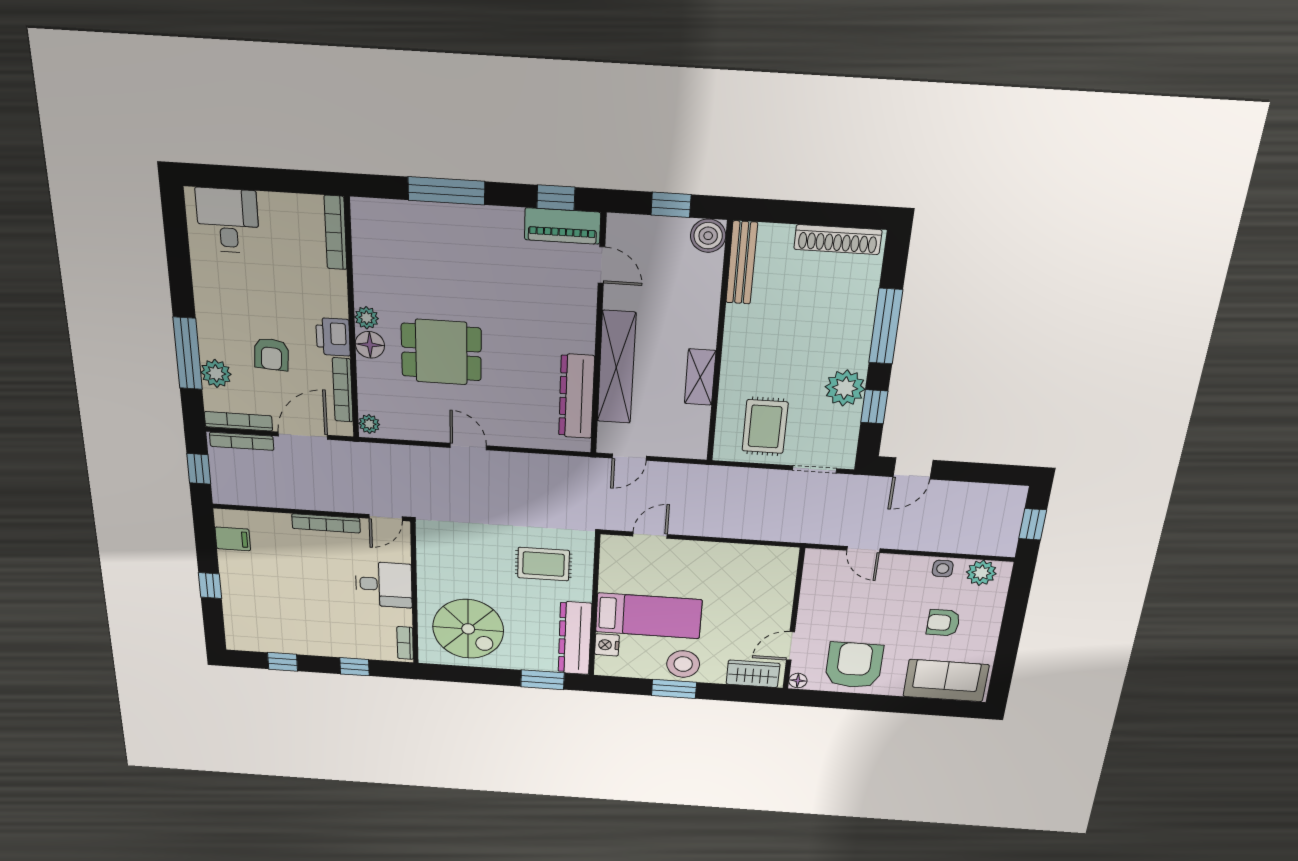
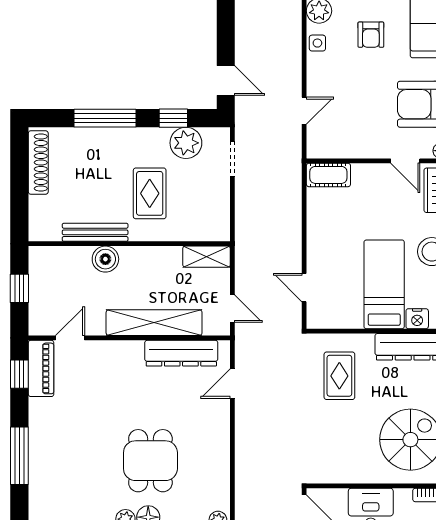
boiler: (708, 236) -> (105, 259), moved
bench: (742, 263) -> (95, 232), moved
shelving: (700, 377) -> (207, 257), moved
plant: (845, 388) -> (186, 143), moved
rug: (765, 427) -> (150, 193), moved, turned 90
door: (468, 447) -> (232, 384), moved
cot: (783, 569) -> (328, 175), added

